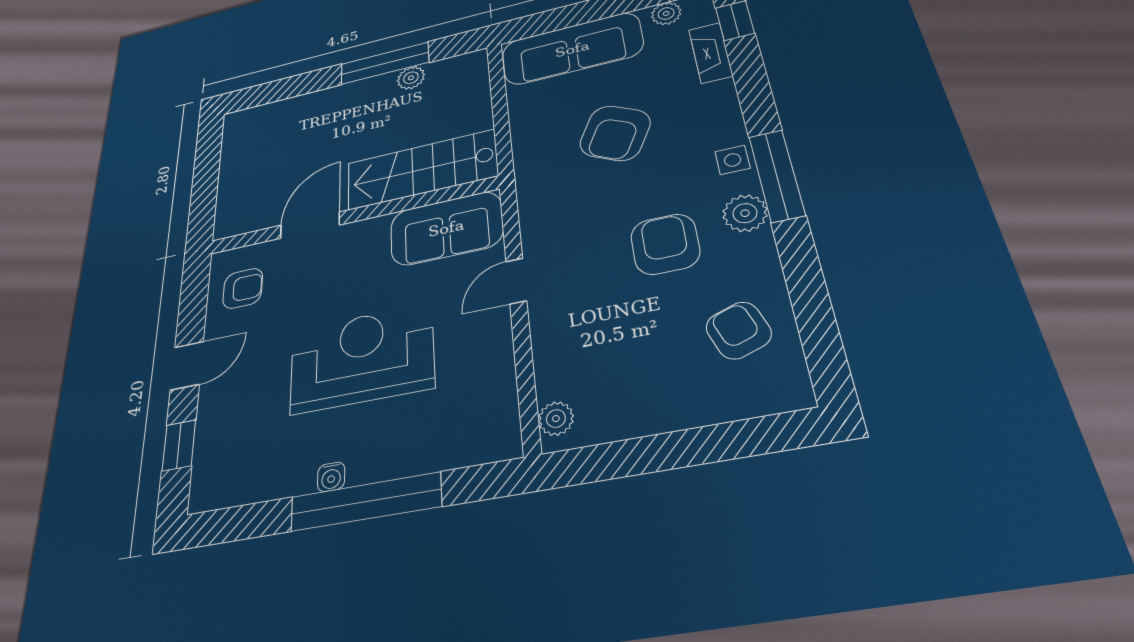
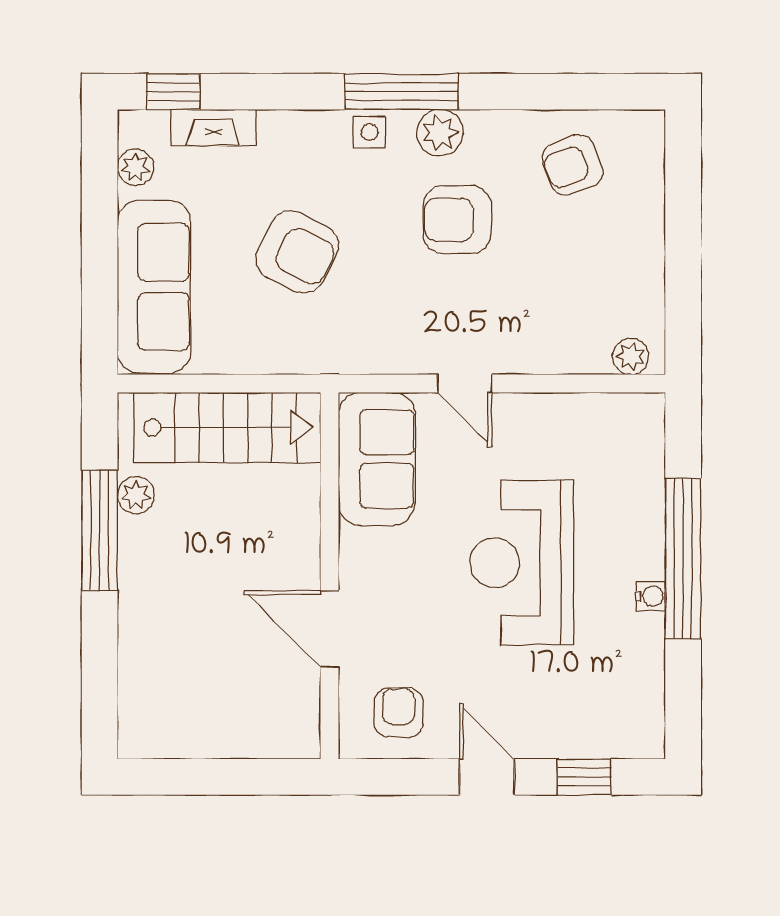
stairs: (422, 170) -> (227, 428), moved, turned -90

